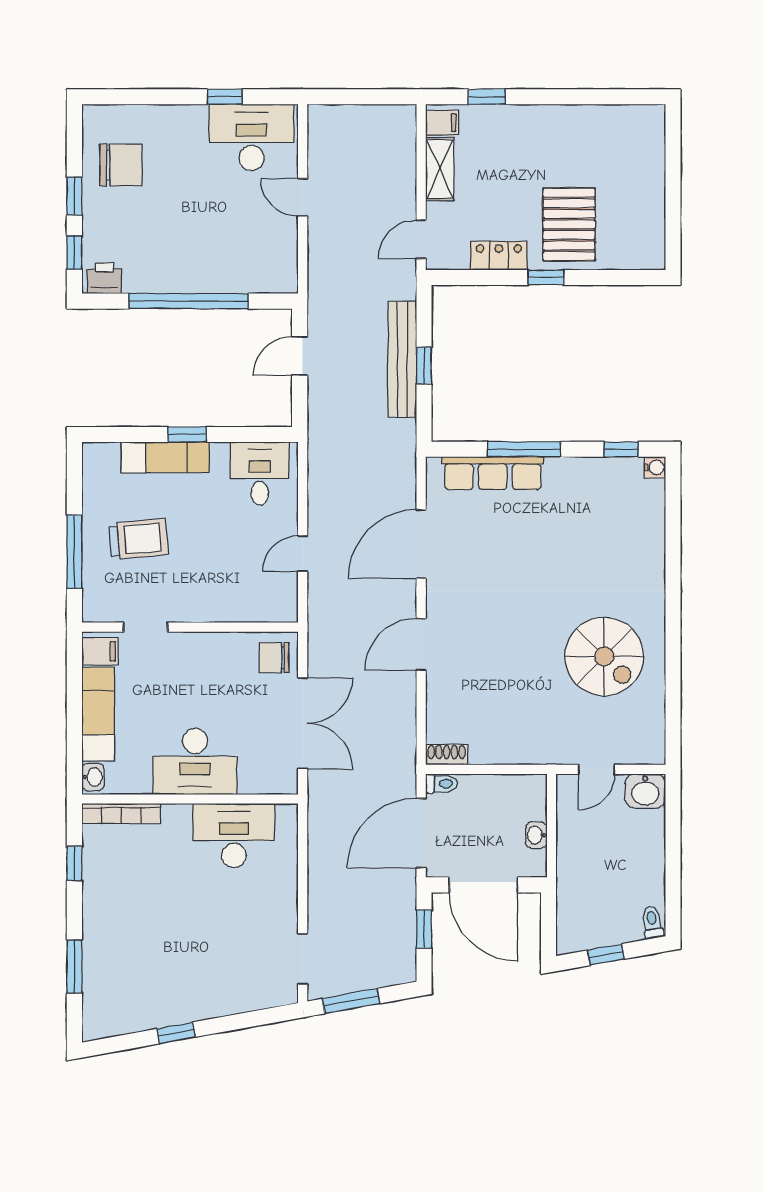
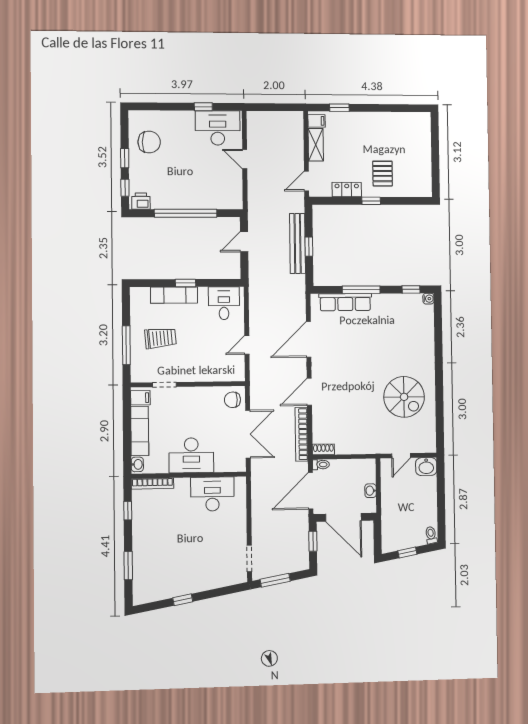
pallet: (569, 224) -> (383, 174), width x0.67, depth x0.71
bookcase: (405, 725) -> (302, 434), added

